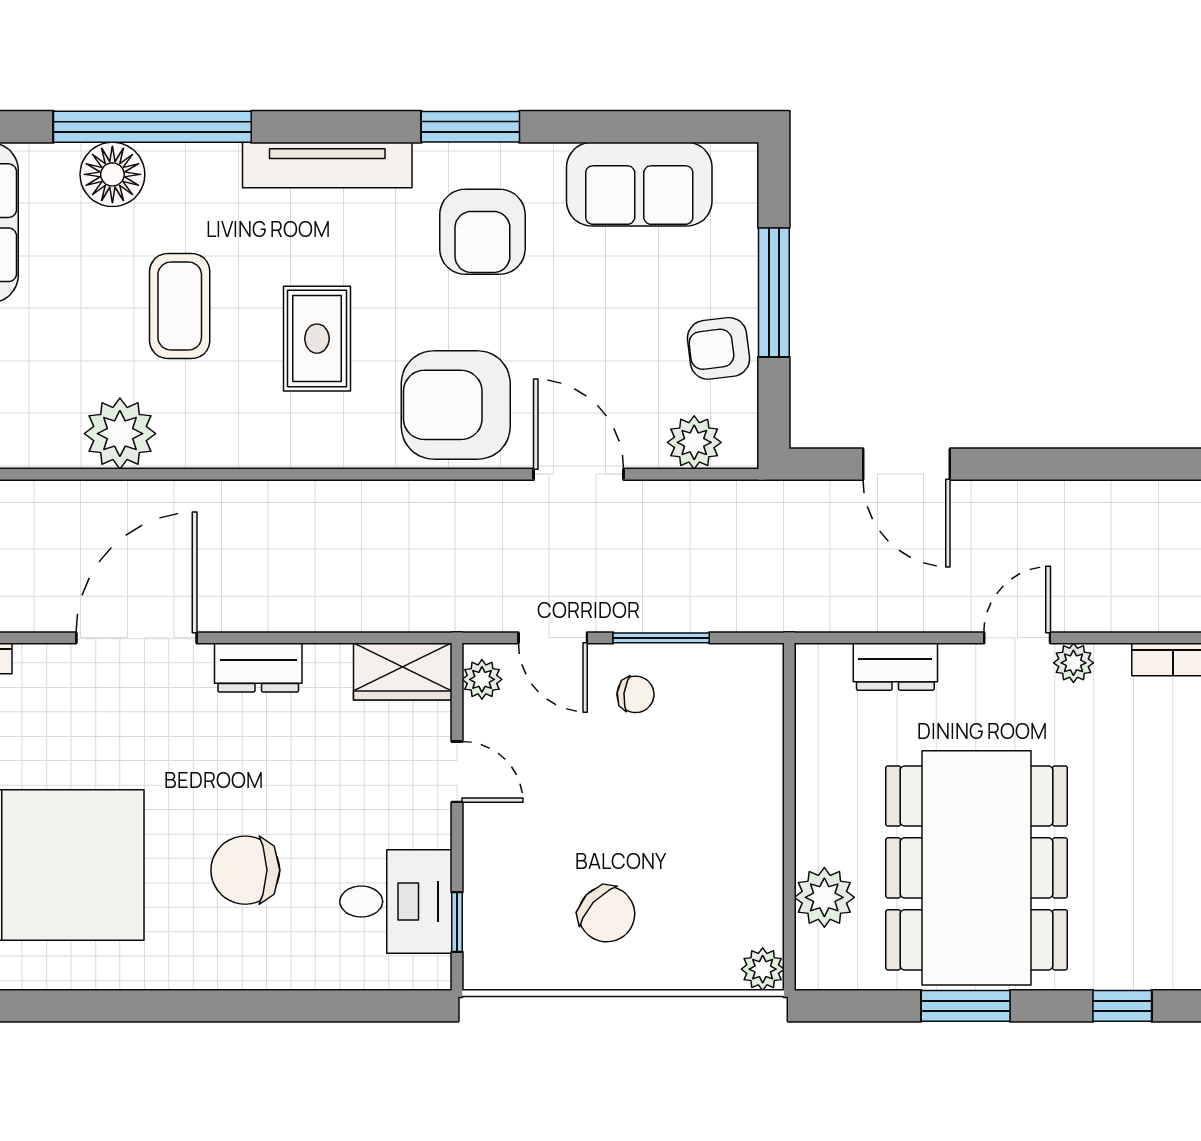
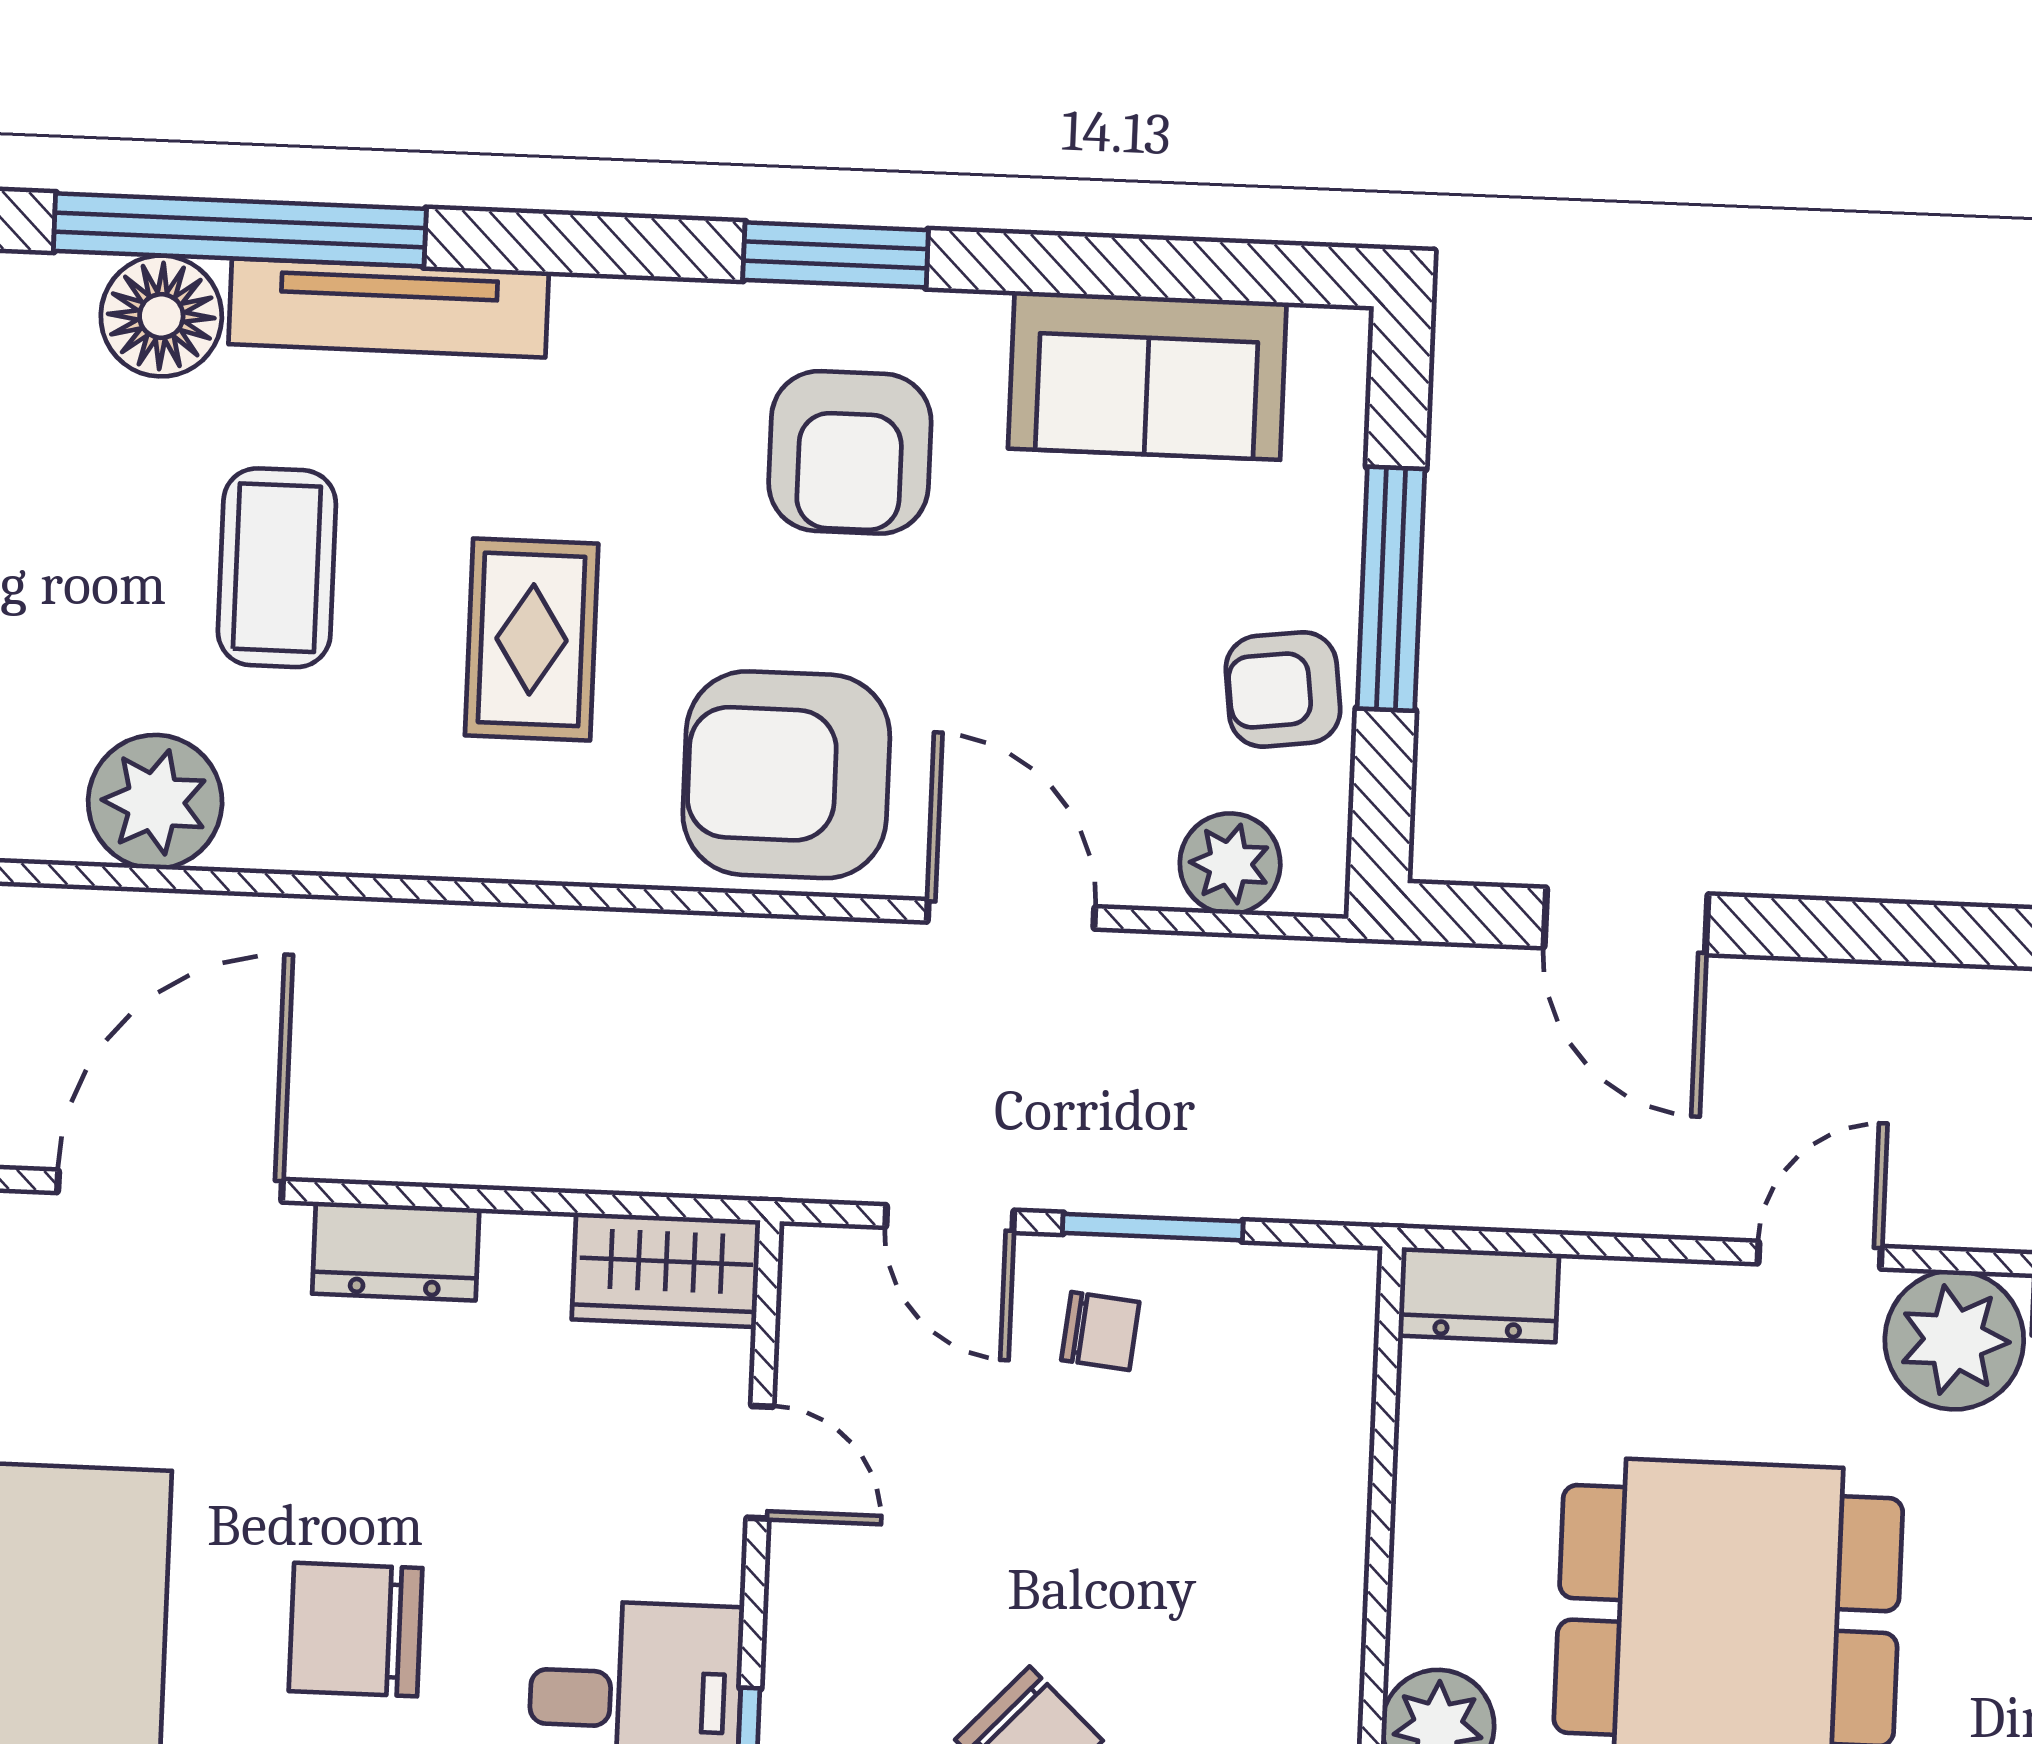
tv unit: (327, 165) -> (389, 308), moved
plant: (1073, 663) -> (1954, 1340), width x1.87, depth x1.87
dresser: (895, 667) -> (1479, 1295), moved
plant: (482, 679) -> (814, 1291), removed

